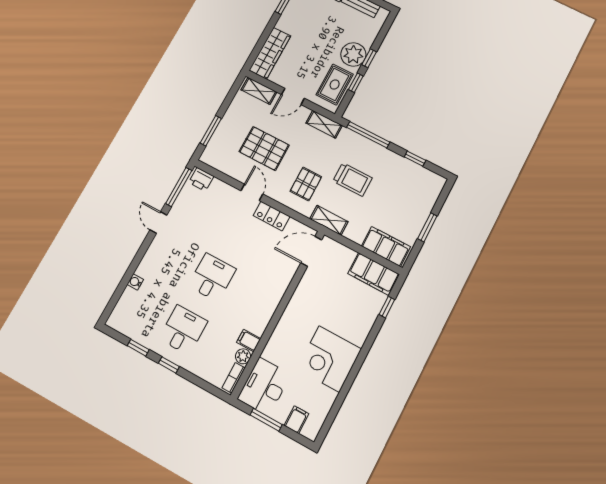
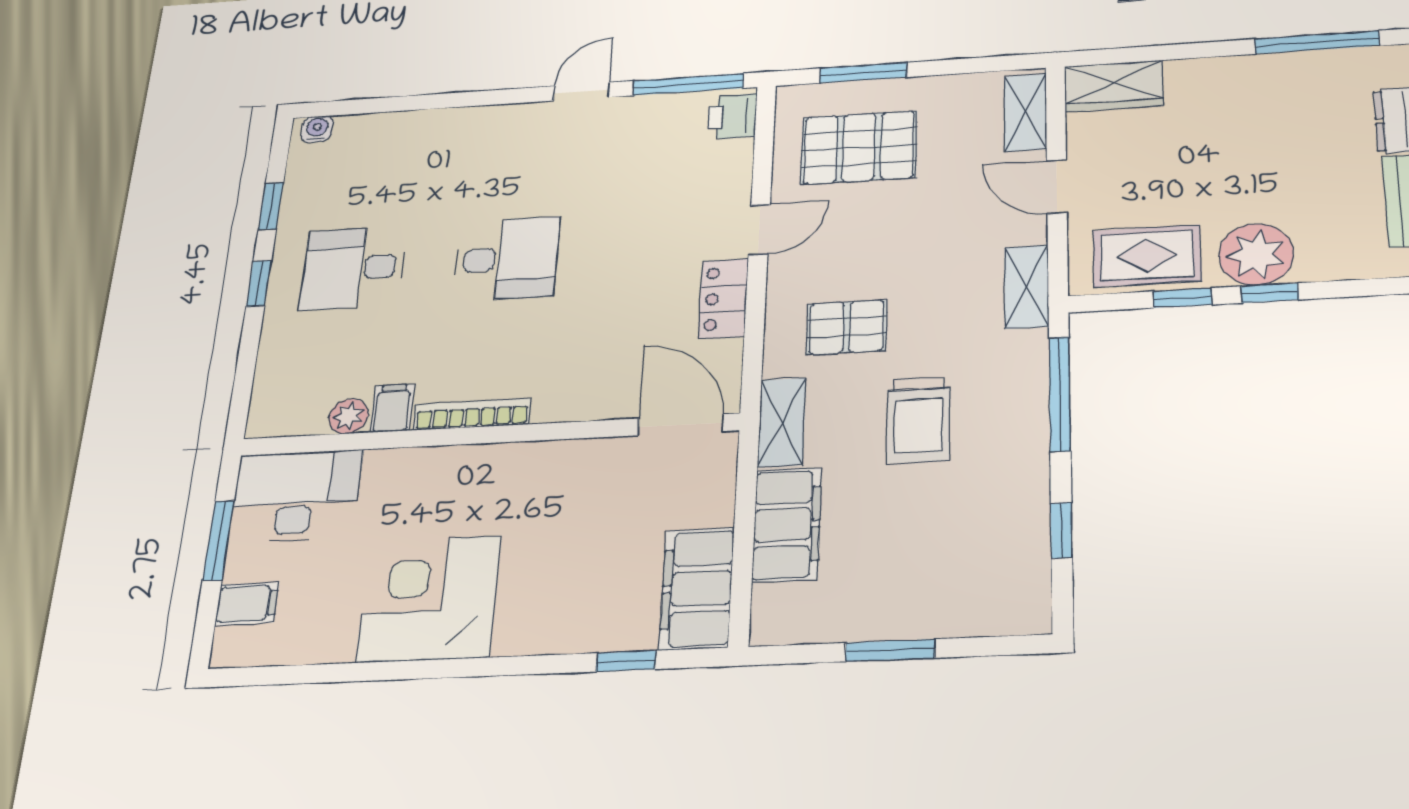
wardrobe: (270, 53) -> (1114, 86), width x0.67
pallet: (264, 148) -> (859, 147), moved, turned 90
filing cabinet: (386, 246) -> (787, 525), moved
water cooler: (135, 282) -> (317, 129), moved
desk: (183, 330) -> (353, 268), turned 180
bookcase: (234, 378) -> (472, 414), moved, width x1.56

